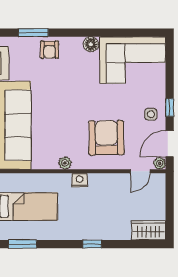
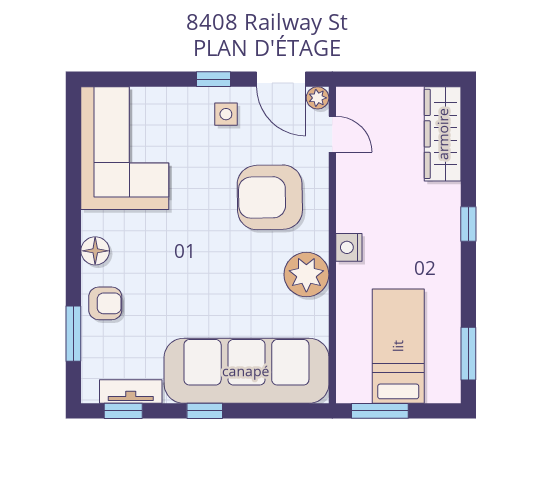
floor lamp: (91, 44) -> (95, 251), moved
plant: (65, 163) -> (306, 275), width x1.88, depth x1.88
wardrobe: (149, 230) -> (443, 134), width x1.50

